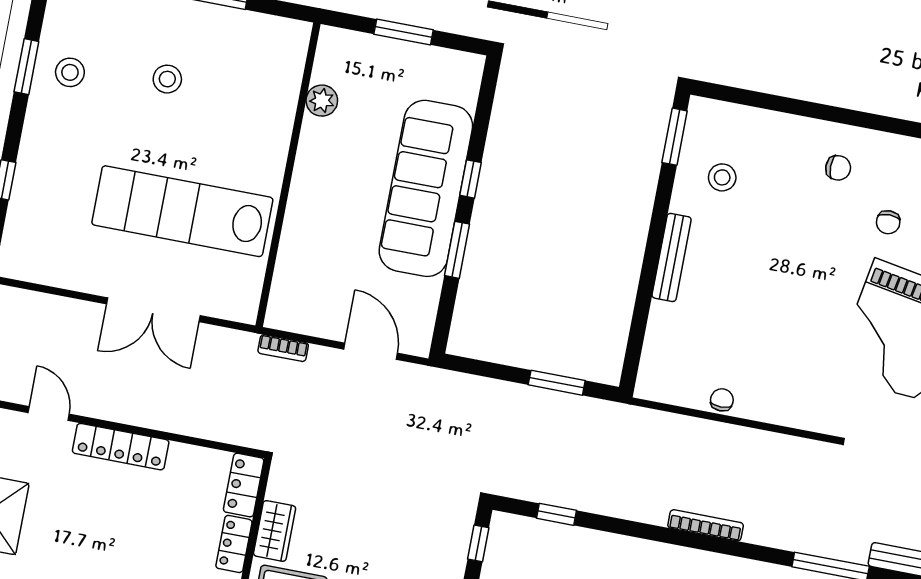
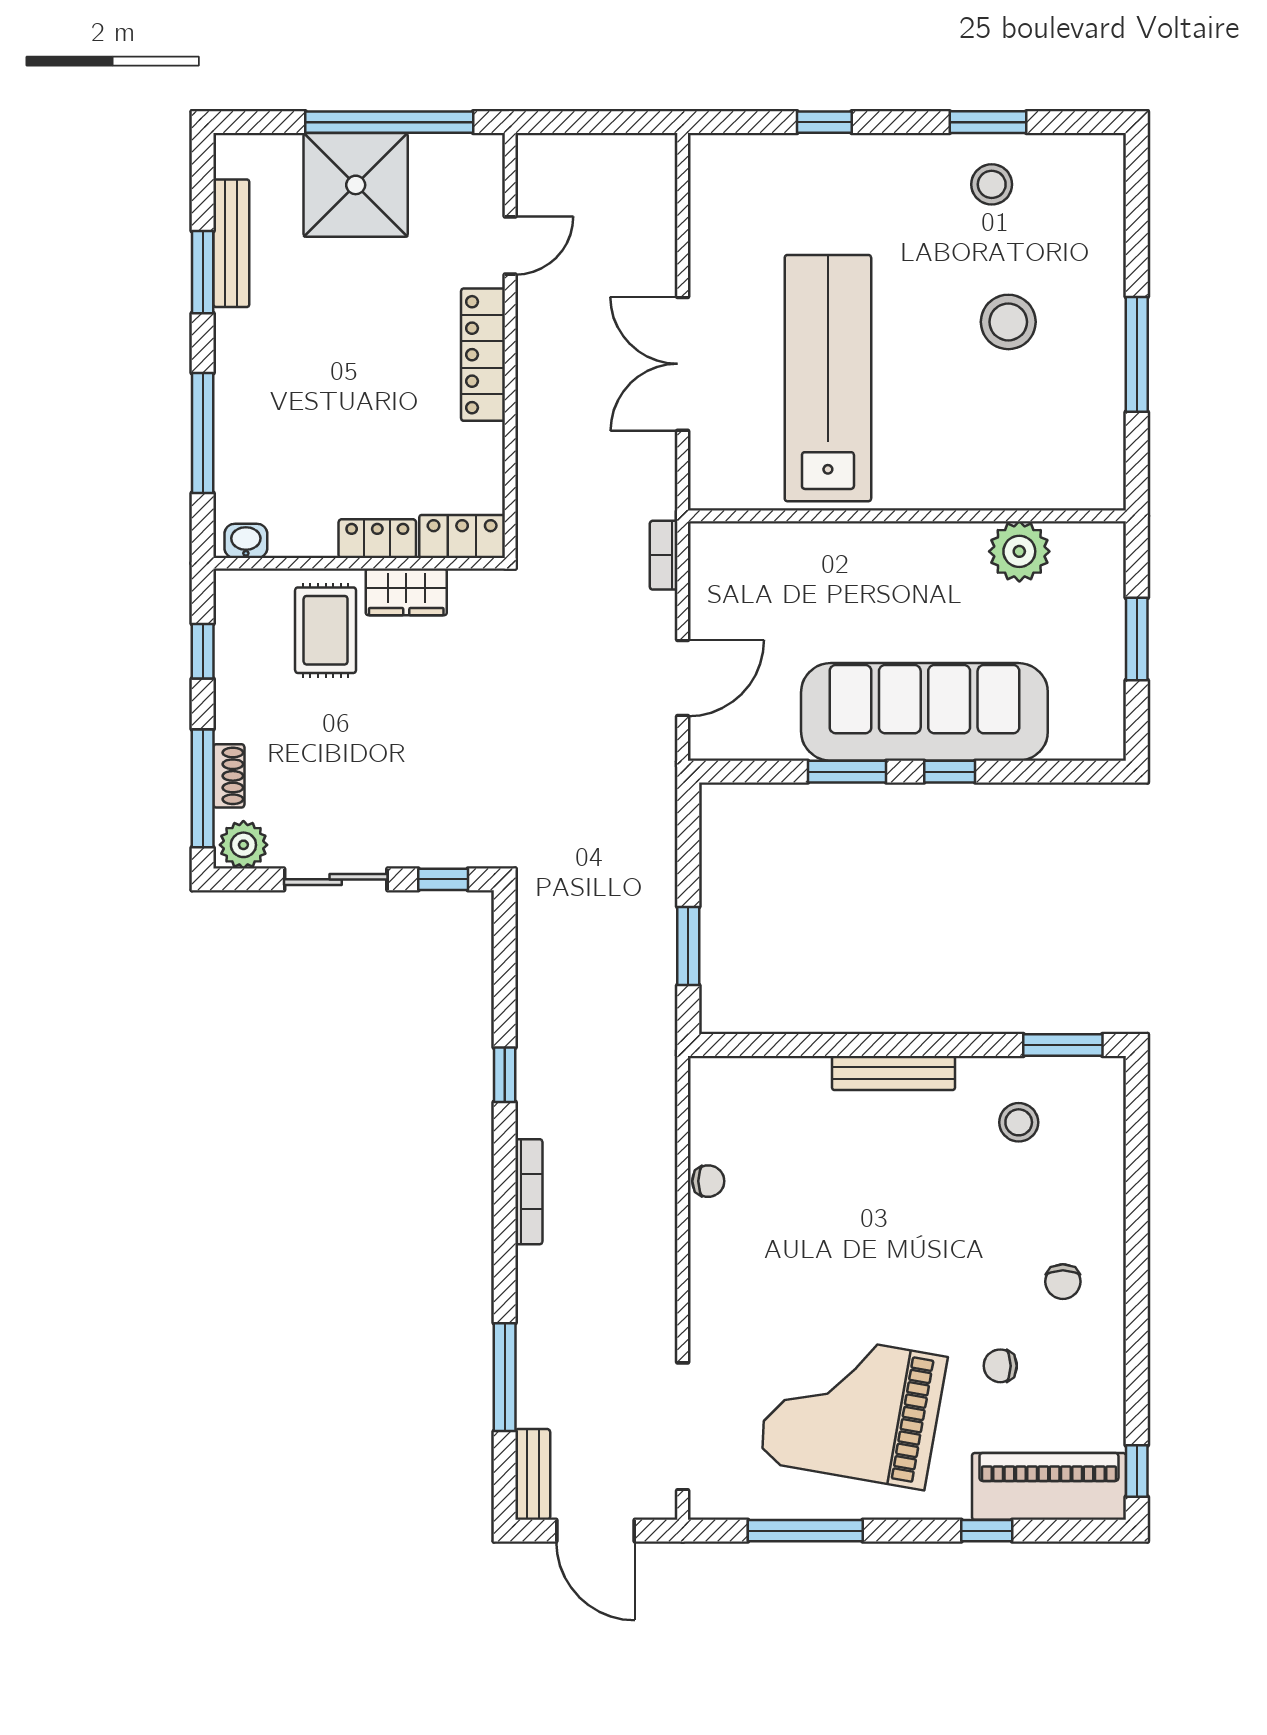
stool: (167, 79) -> (1008, 322), width x1.38, depth x1.38
plant: (322, 101) -> (1019, 551), width x1.36, depth x1.36
window: (557, 514) -> (505, 1075), moved

